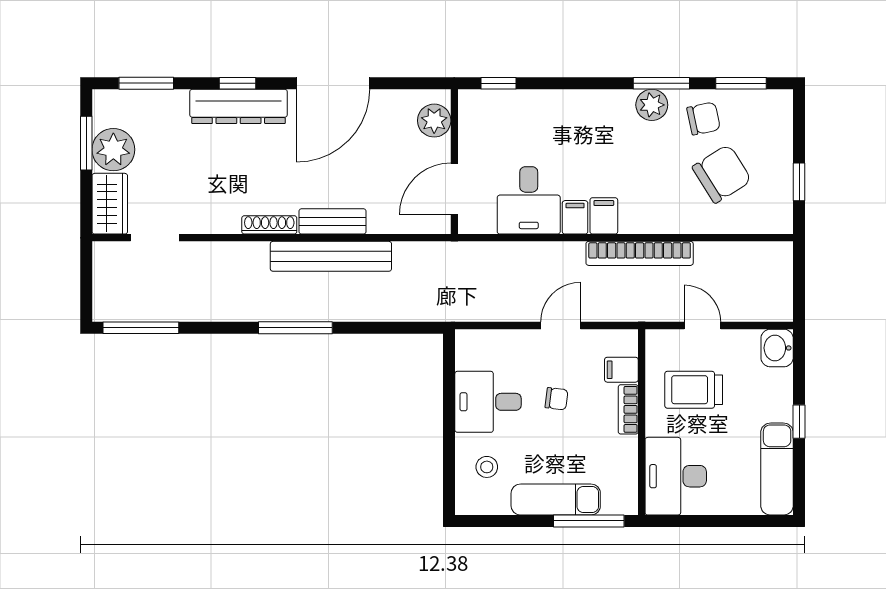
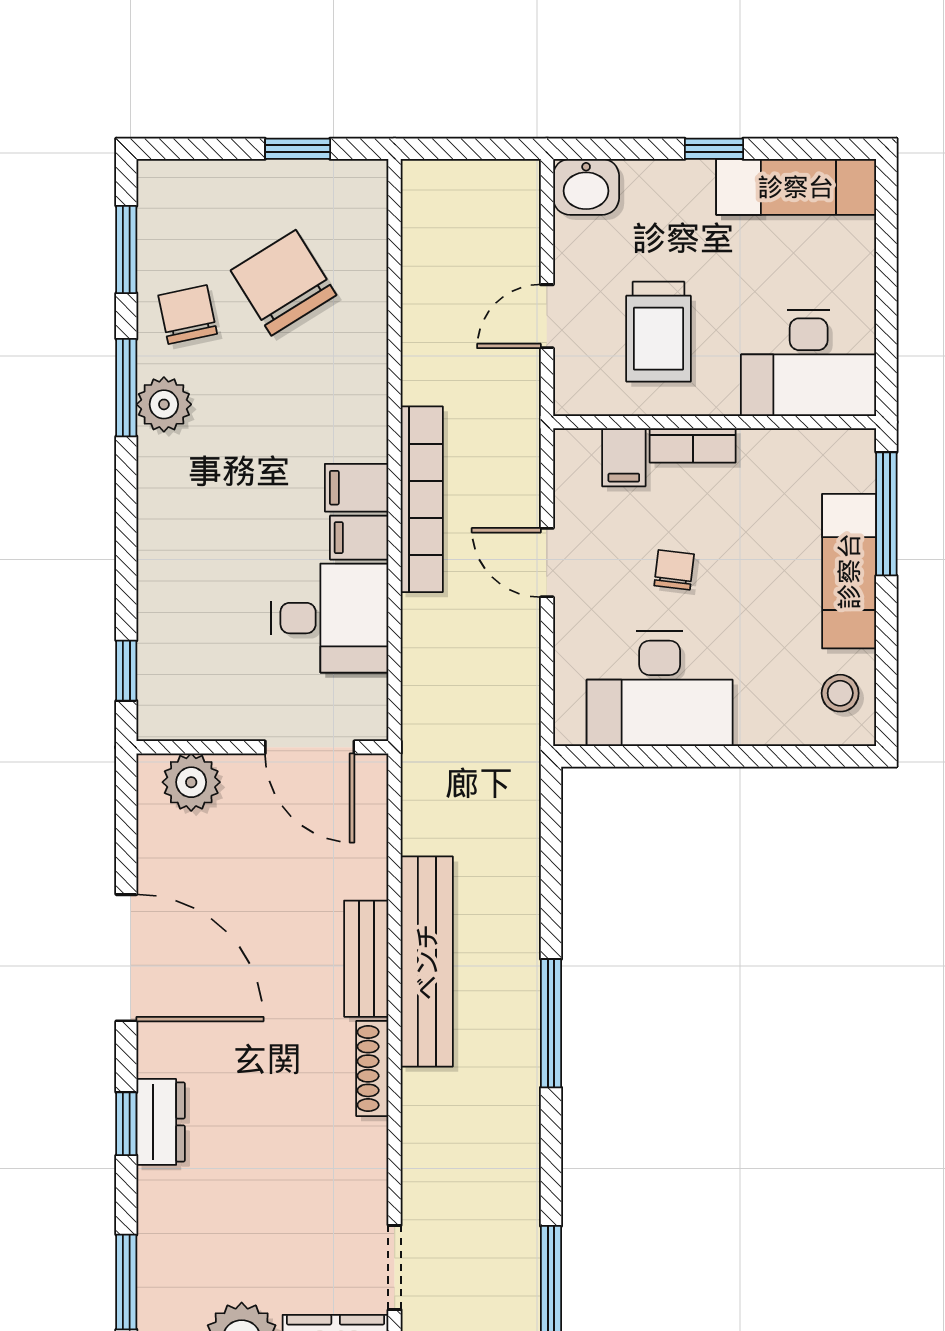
dresser: (238, 106) -> (161, 1122), width x0.51, depth x0.80
bookcase: (640, 253) -> (422, 499), moved
desk: (488, 402) -> (660, 689), width x1.37
stool: (487, 467) -> (840, 693), moved

